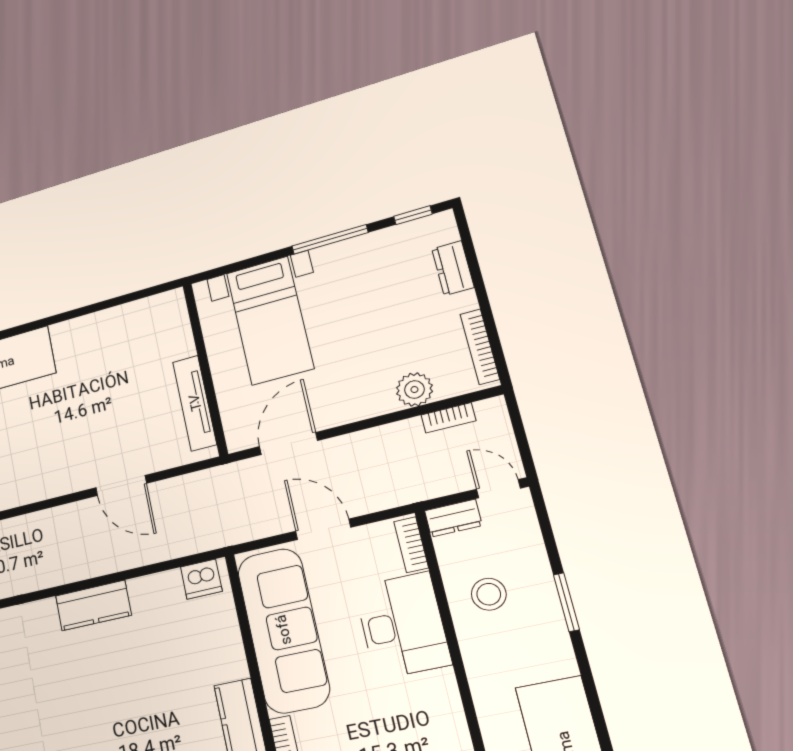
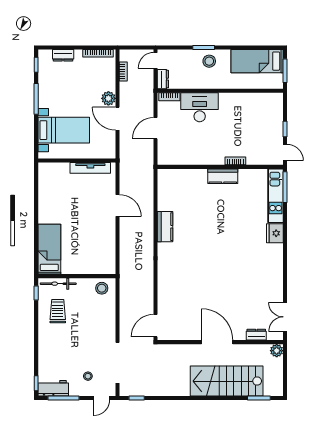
plant: (414, 390) -> (108, 98), moved
door: (288, 444) -> (117, 119), moved
door: (121, 486) -> (117, 205), hinge flipped
dishwasher: (201, 579) -> (164, 180), removed
stool: (489, 594) -> (209, 61), moved
sofa: (283, 630) -> (192, 152), removed

